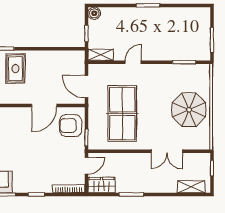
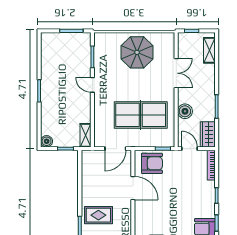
door: (133, 62) -> (92, 85), moved
armchair: (71, 126) -> (152, 163), turned -90
boiler: (126, 161) -> (185, 111), added

